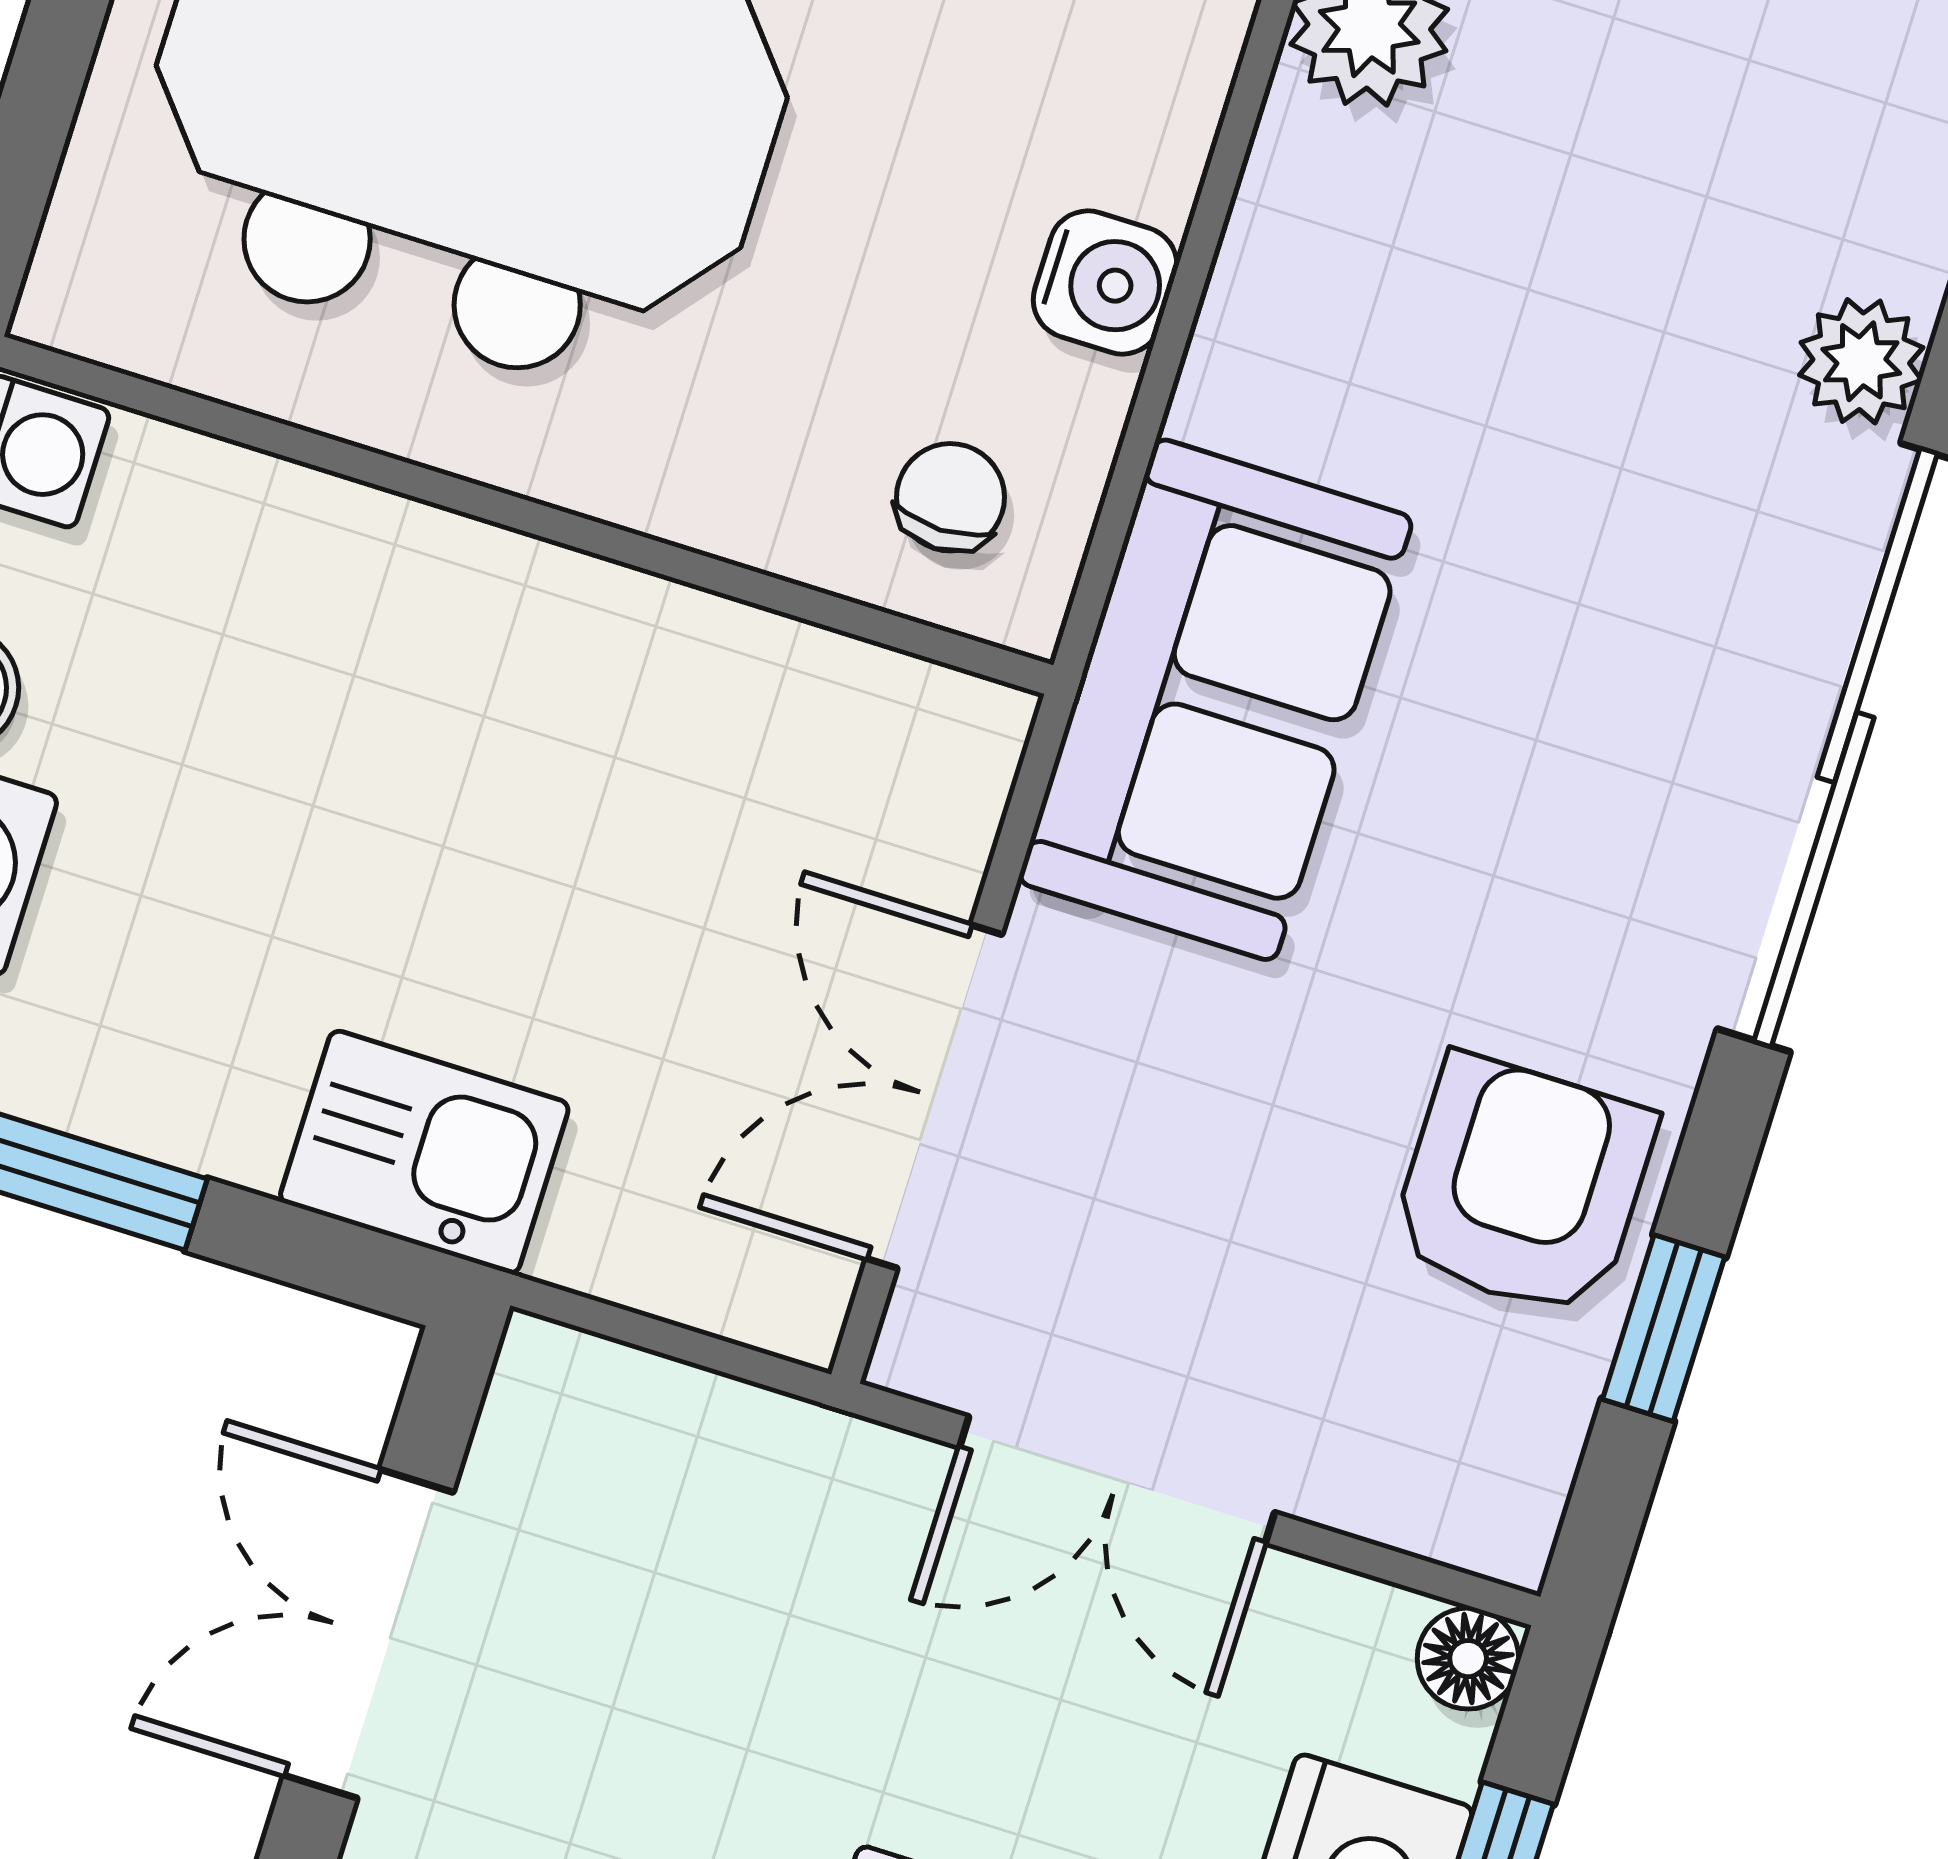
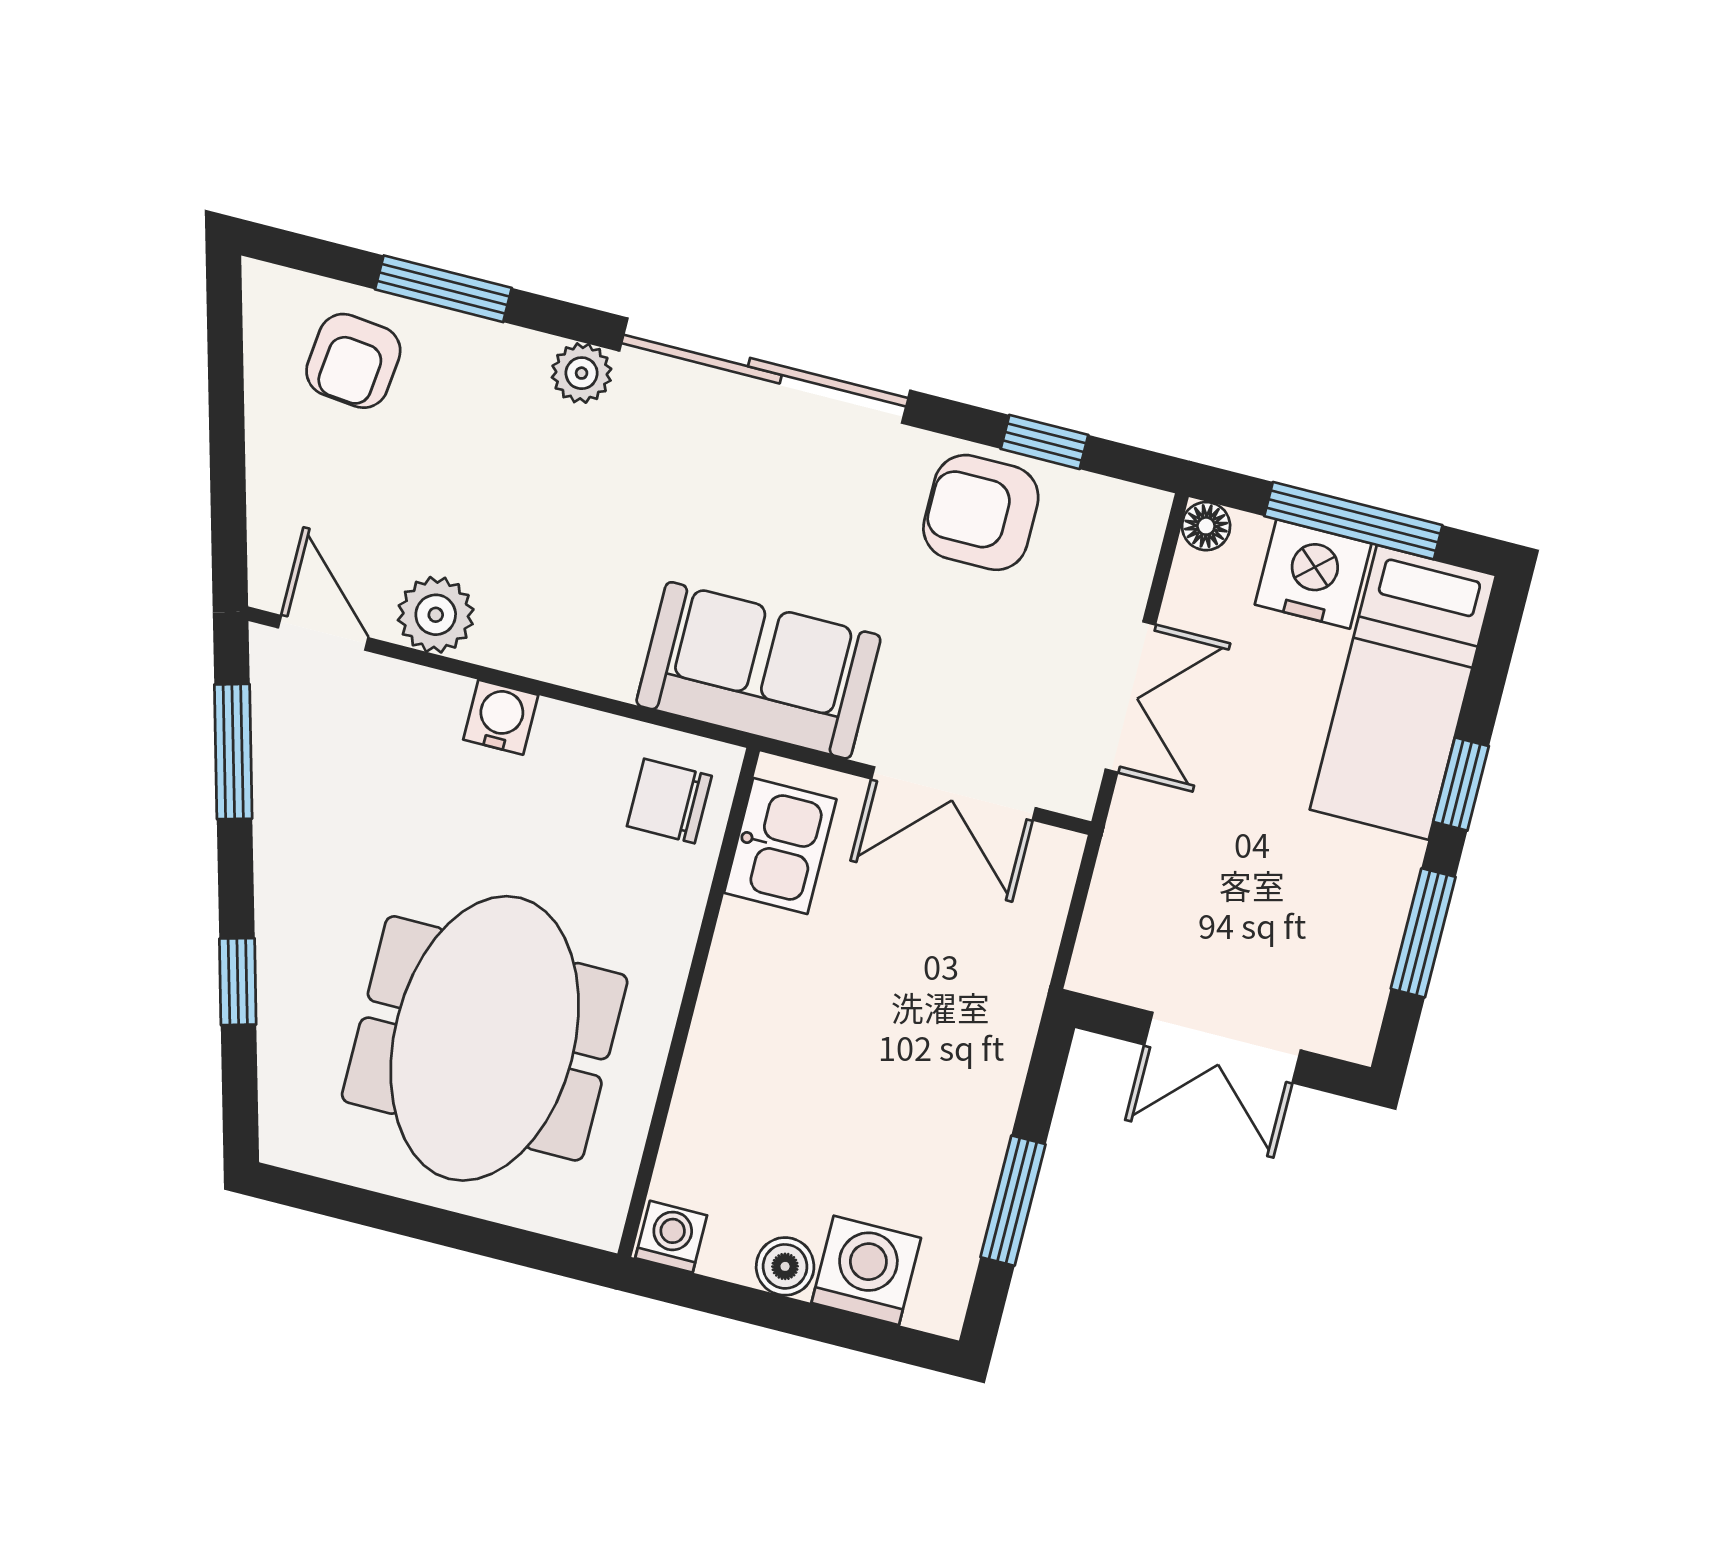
water cooler: (1105, 282) -> (501, 717), moved
chair: (950, 497) -> (669, 801), width x1.37, depth x1.37
kitchen sink: (424, 1152) -> (780, 846), moved, turned 180

